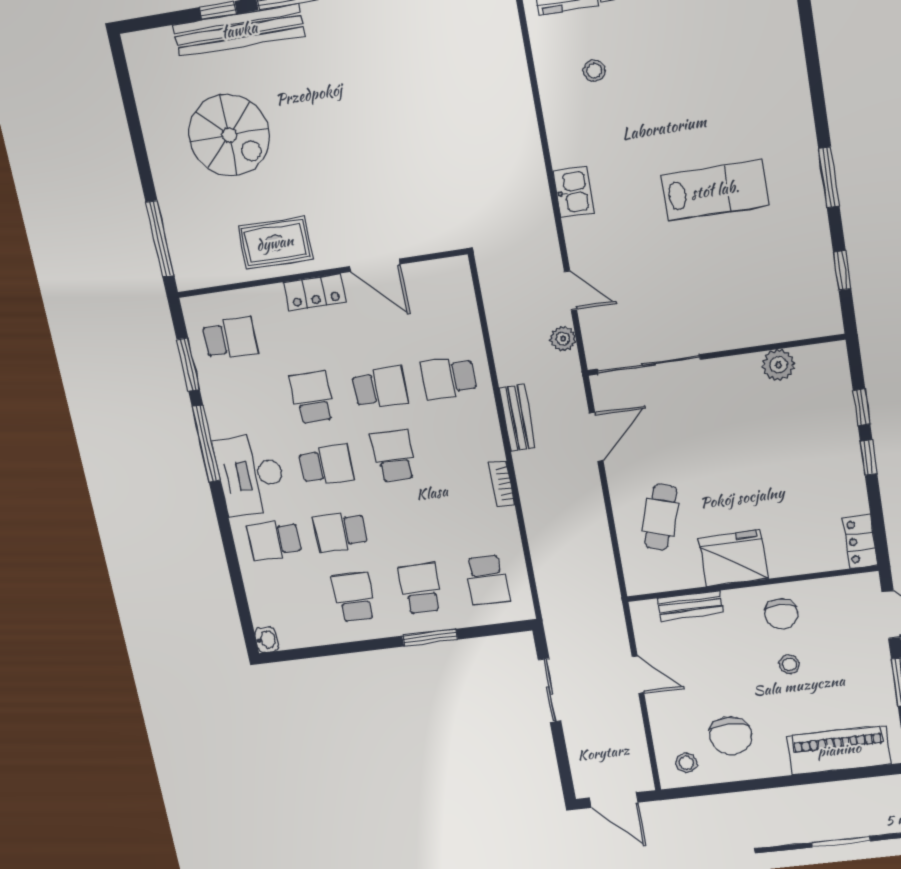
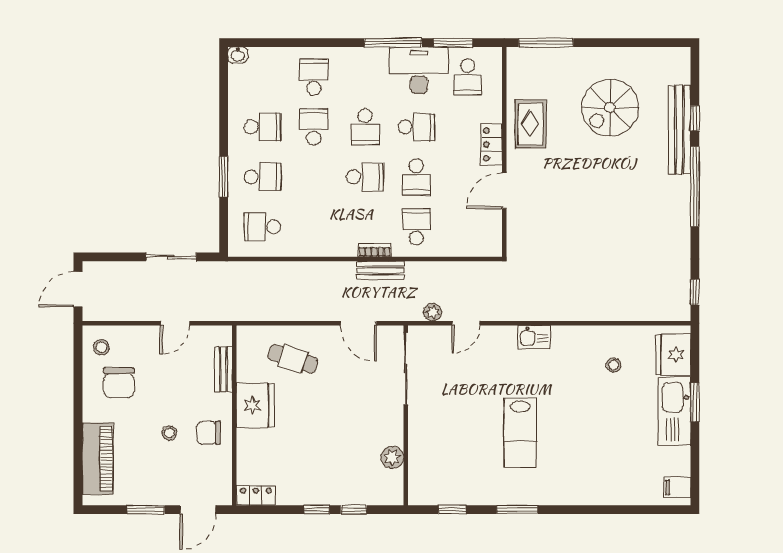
desk: (251, 475) -> (419, 70), moved
bookcase: (502, 484) -> (374, 250), moved
chair: (731, 736) -> (119, 383), turned -90

